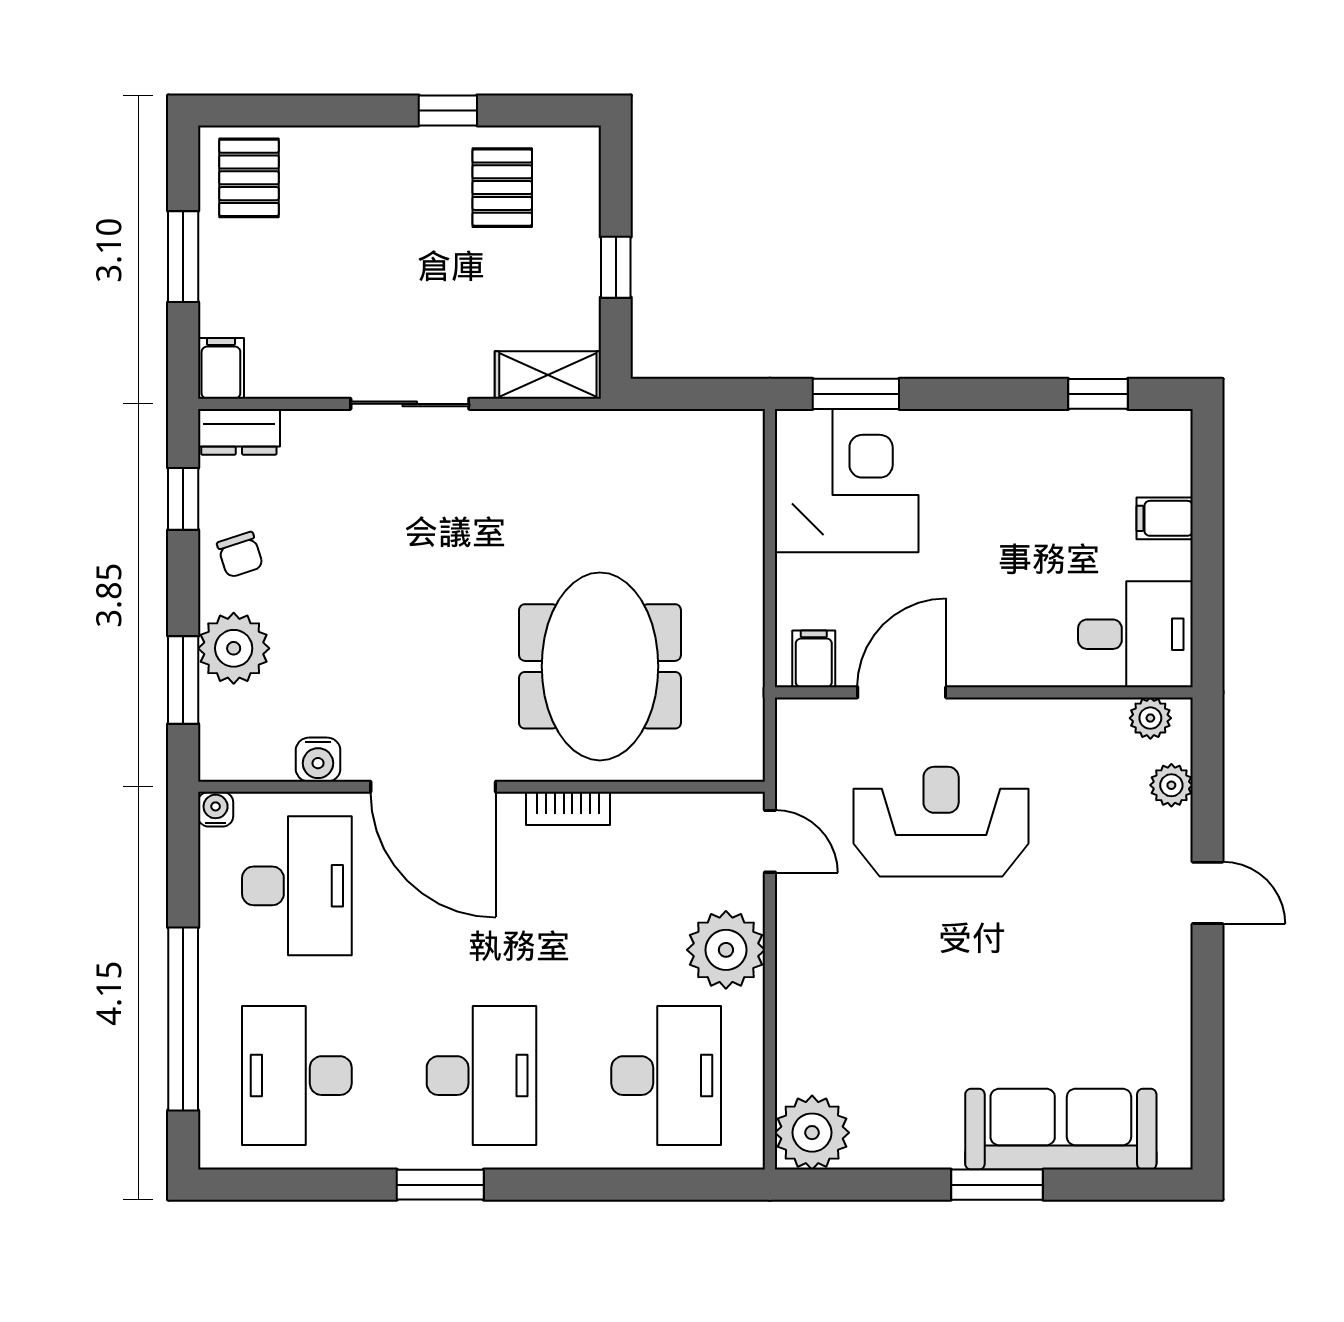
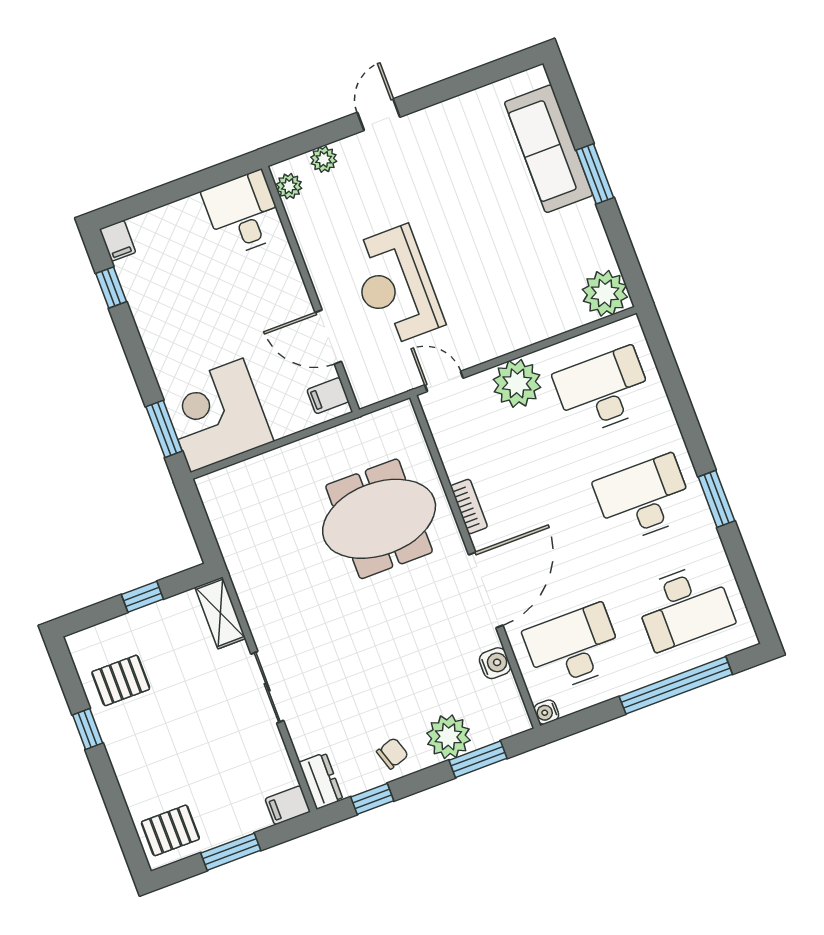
filing cabinet: (1165, 518) -> (118, 241), moved
door: (770, 841) -> (444, 381), hinge flipped

